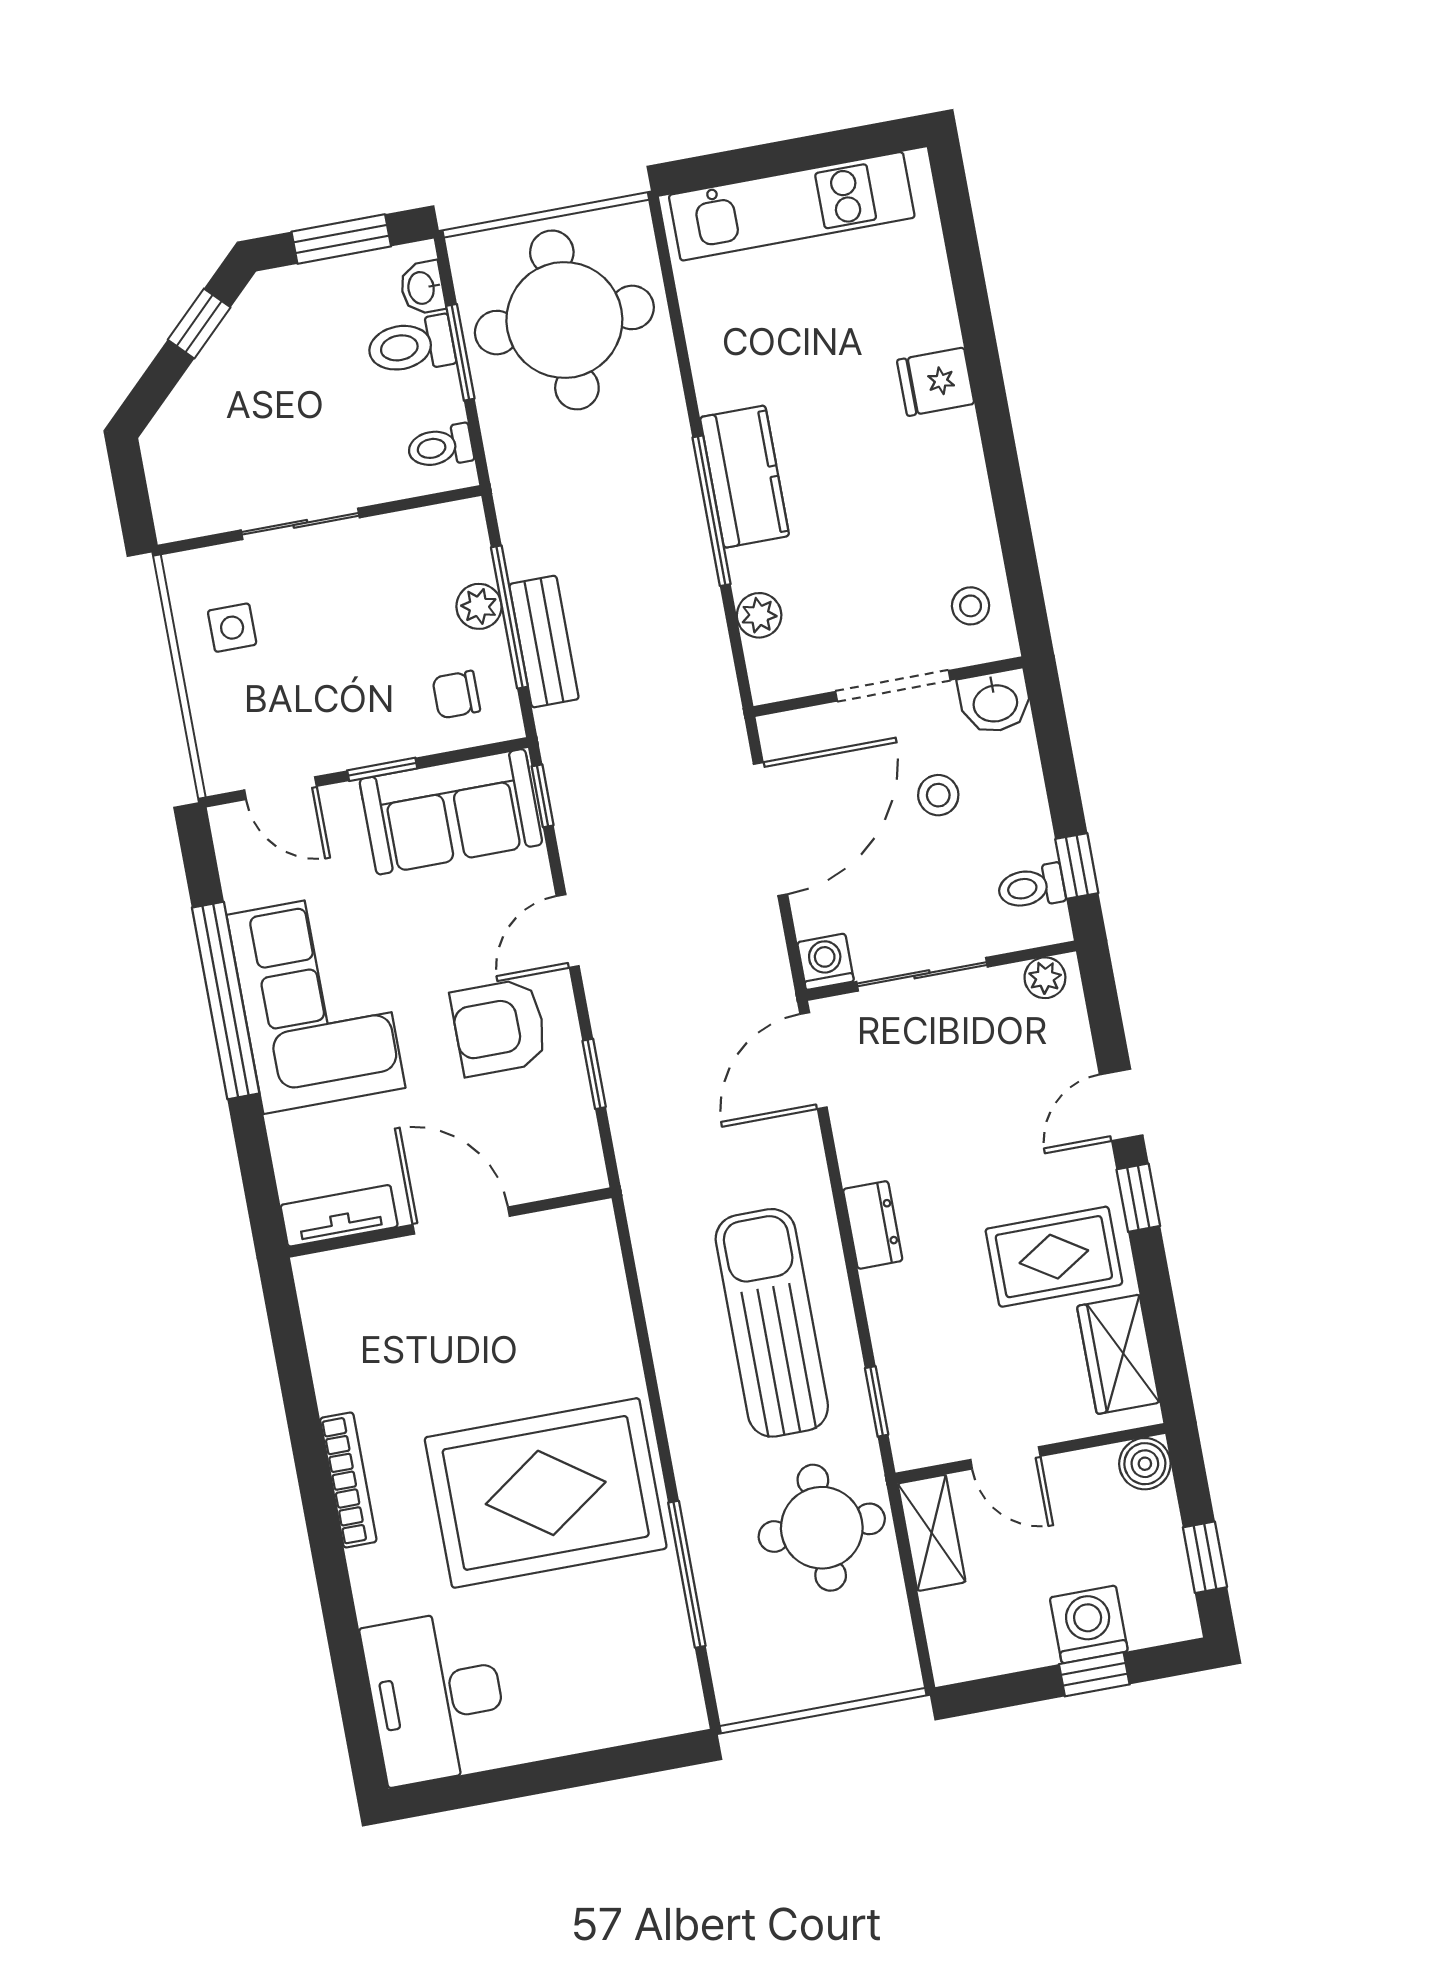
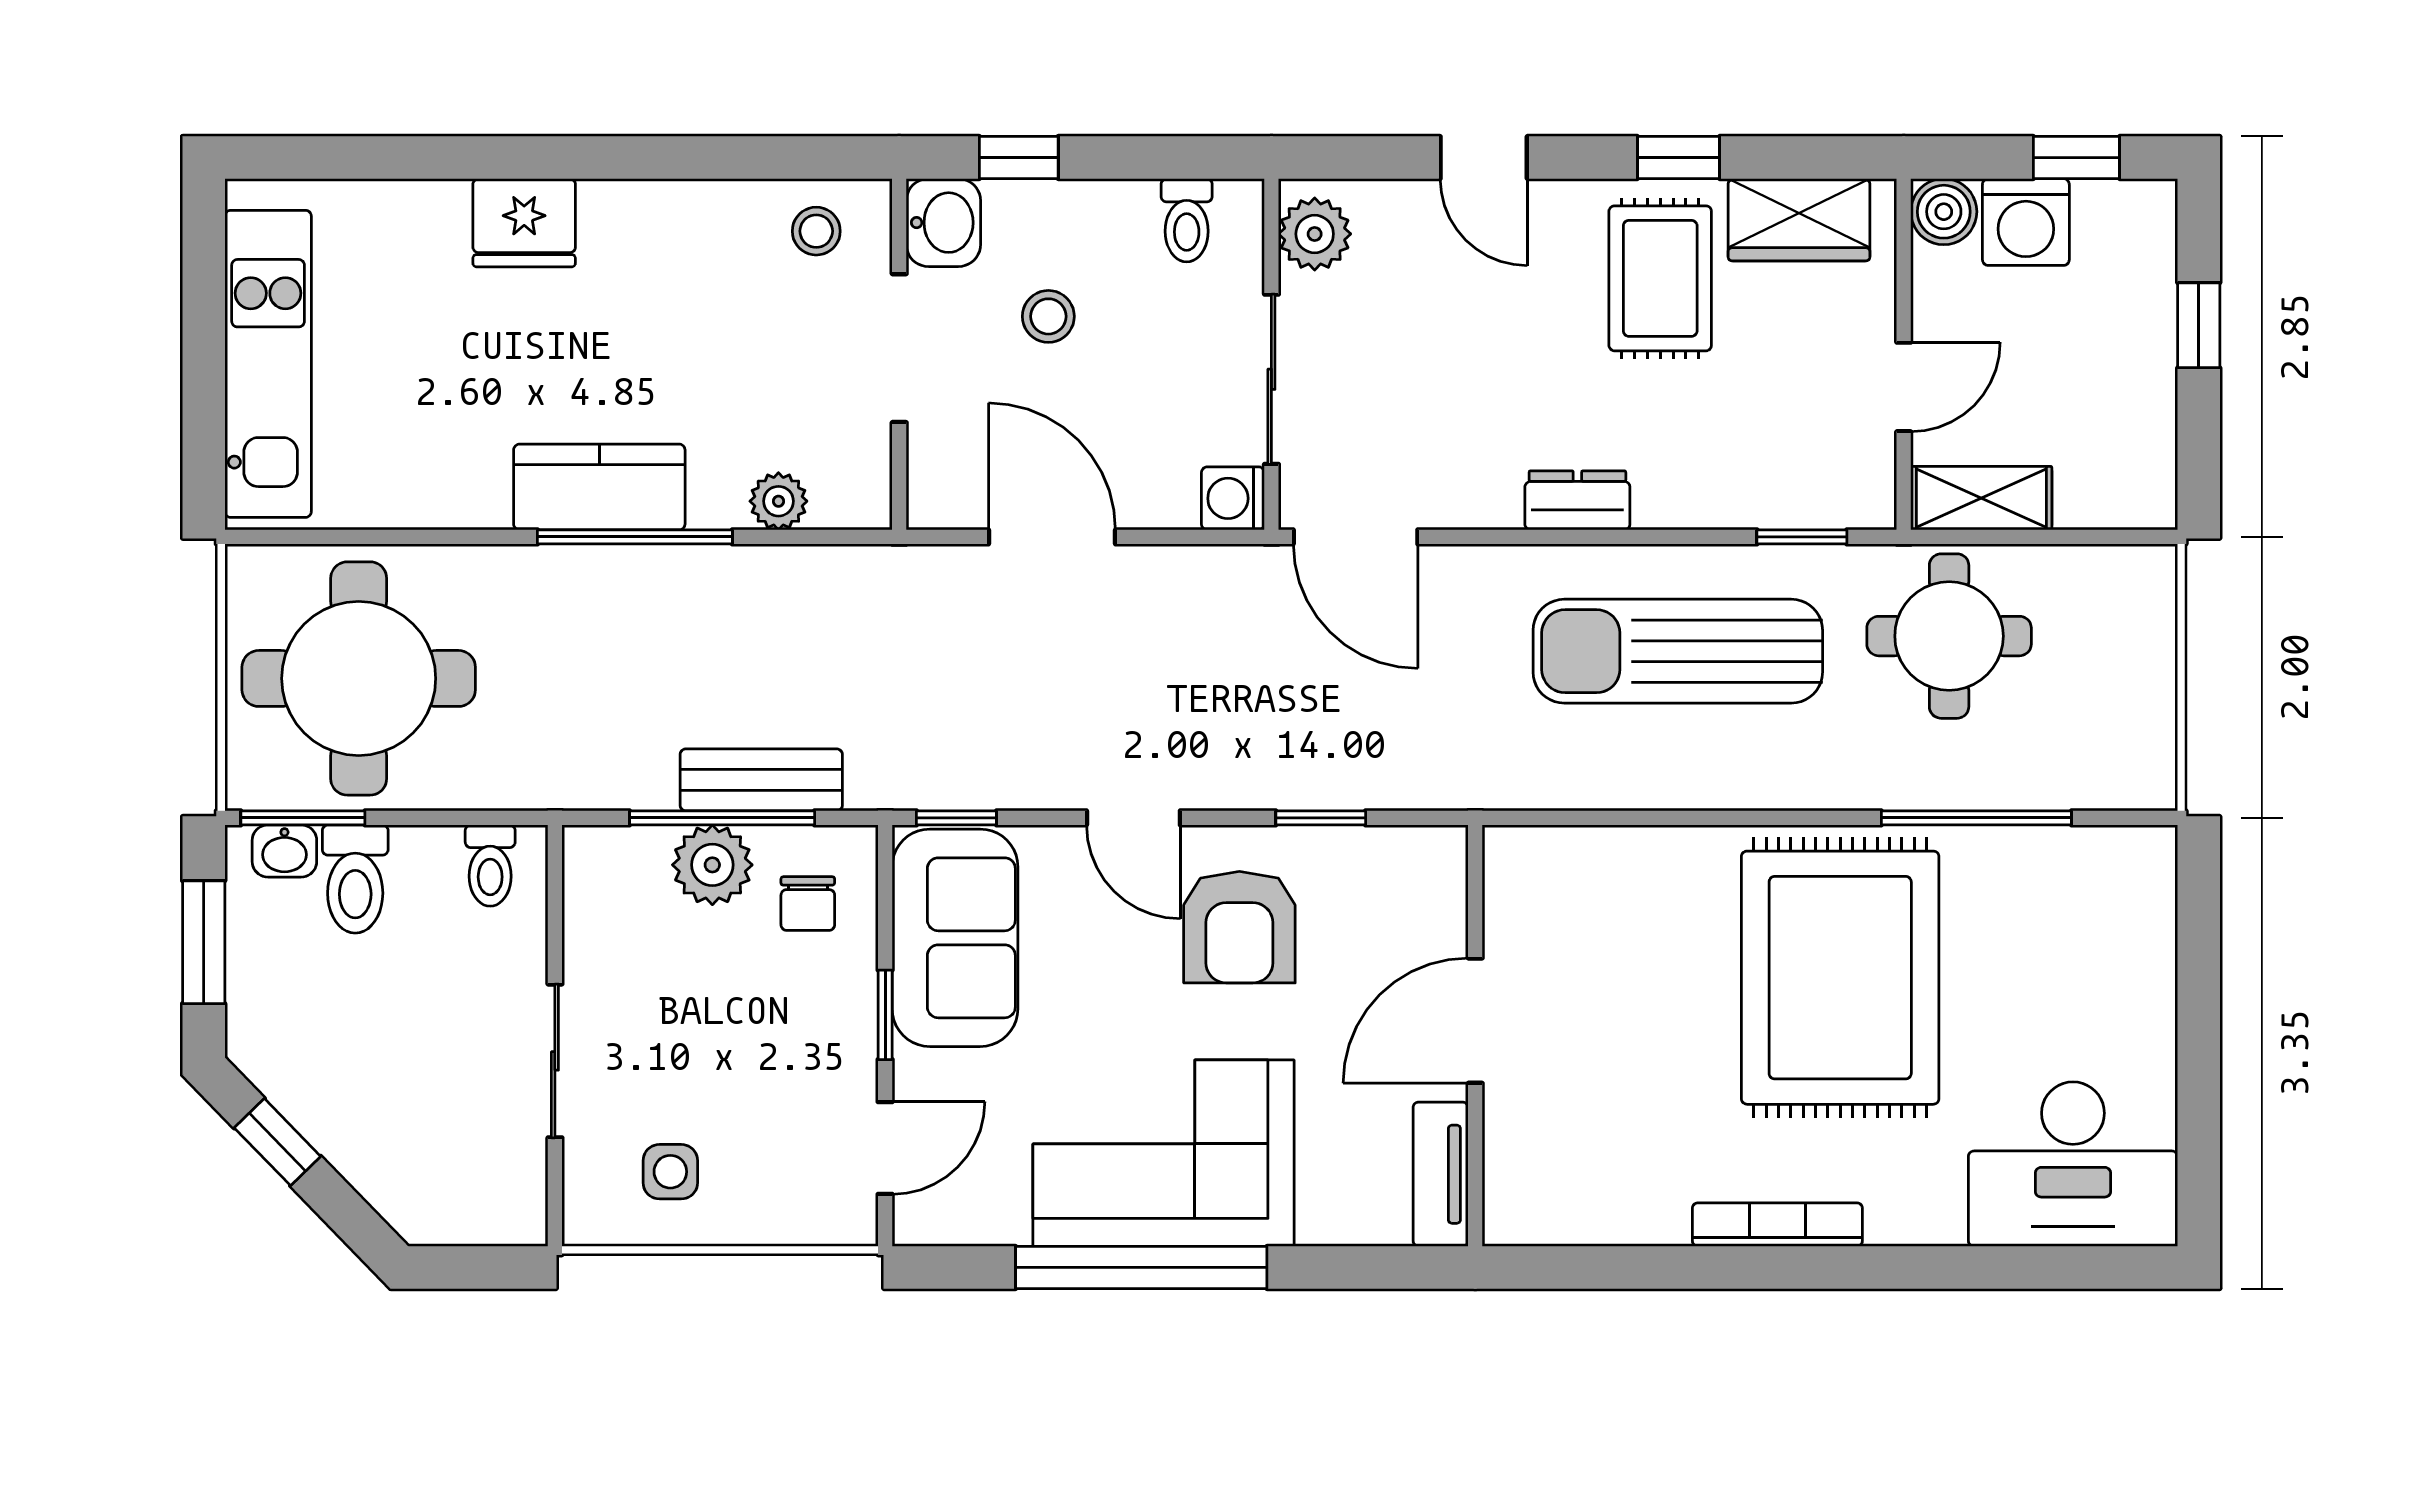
window: (460, 352) -> (303, 818), moved
fridge: (936, 382) -> (524, 223), width x1.38
plant: (479, 606) -> (712, 865), width x1.38, depth x1.38
door: (771, 829) -> (1052, 537), width x0.73
window: (1077, 866) -> (1019, 158), moved
plant: (1045, 978) -> (1315, 234), width x1.38, depth x1.38
window: (1138, 1198) -> (1678, 158), moved
washing machine: (1089, 1624) -> (2026, 222), moved, turned -90

